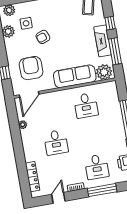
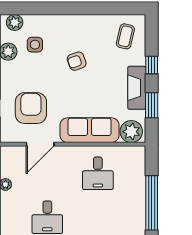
armchair: (43, 37) -> (77, 61), moved
window: (115, 51) -> (152, 105), width x0.69
door: (29, 94) -> (40, 144), moved

